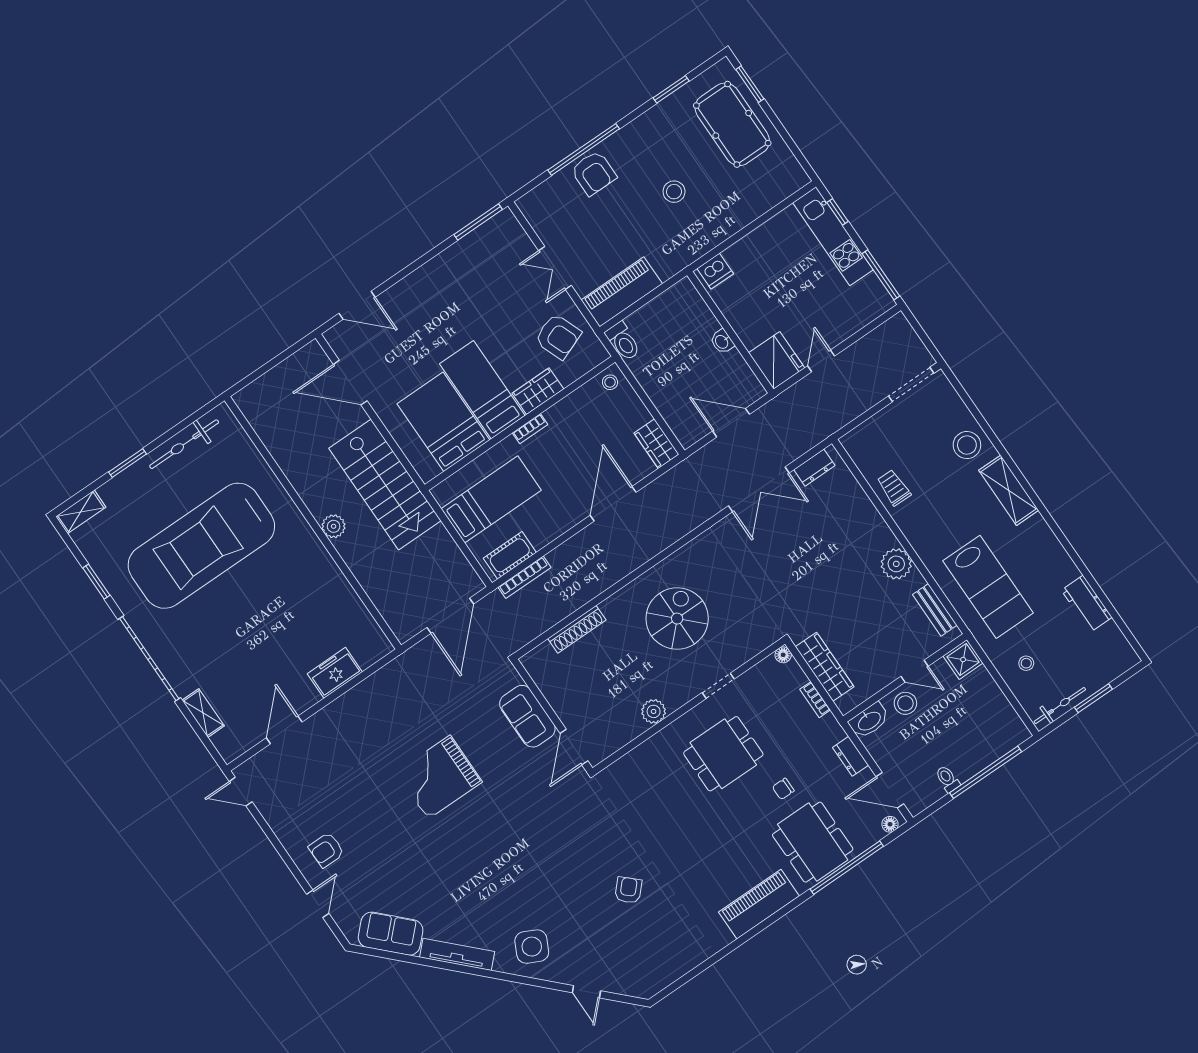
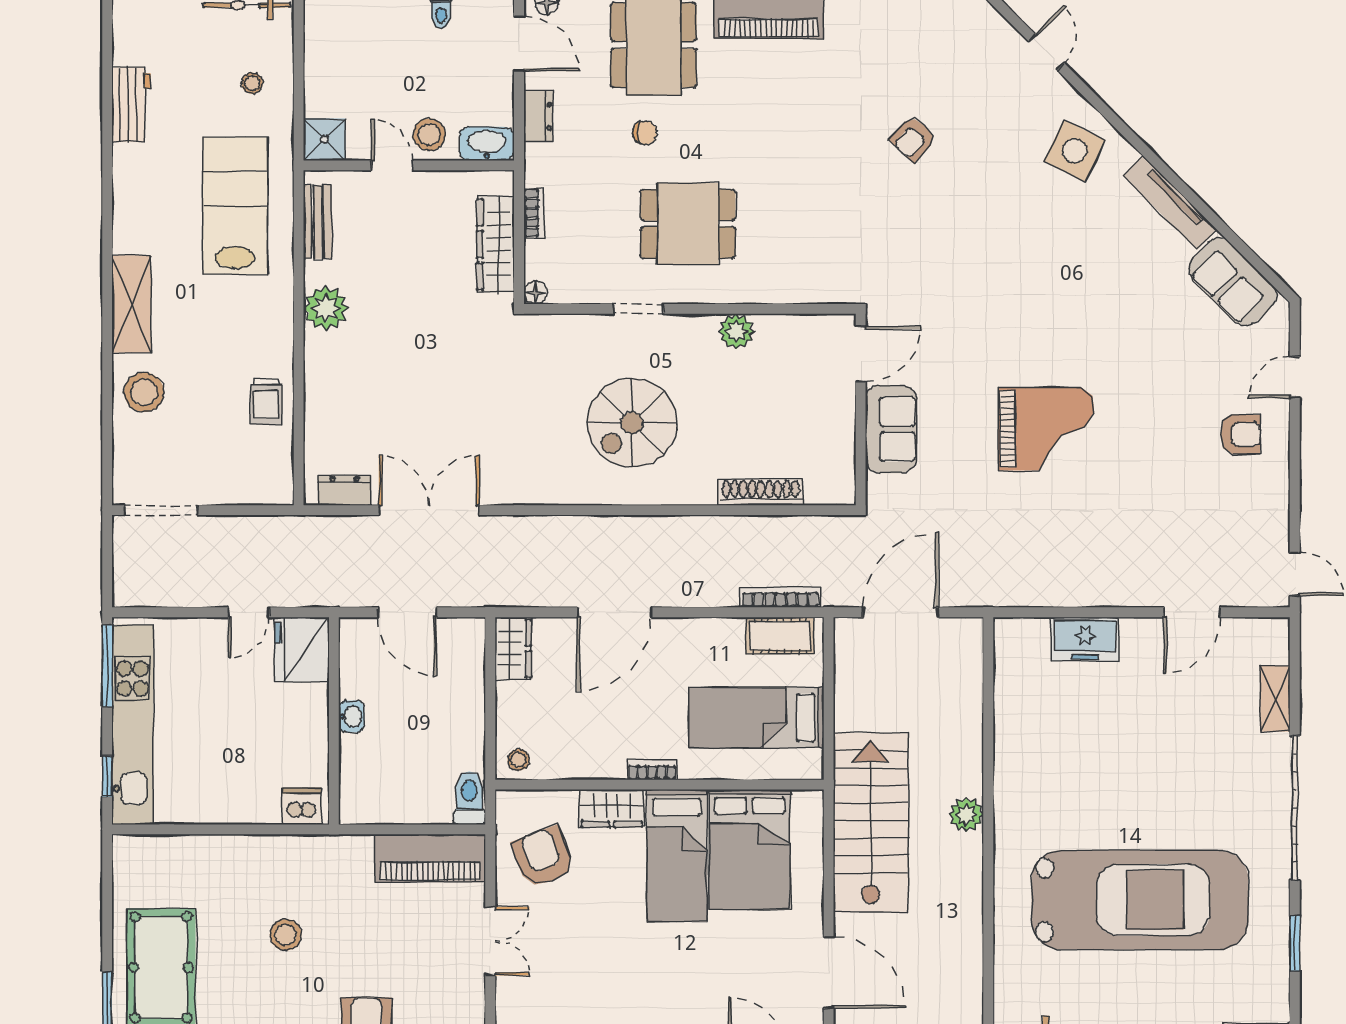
kitchen unit: (833, 236) -> (133, 725), width x1.36

